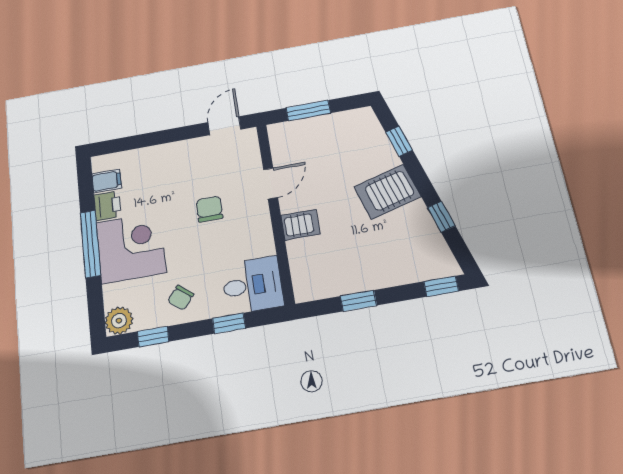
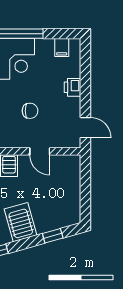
window: (308, 110) -> (85, 183), removed
printer: (108, 206) -> (72, 87), moved, turned 90

